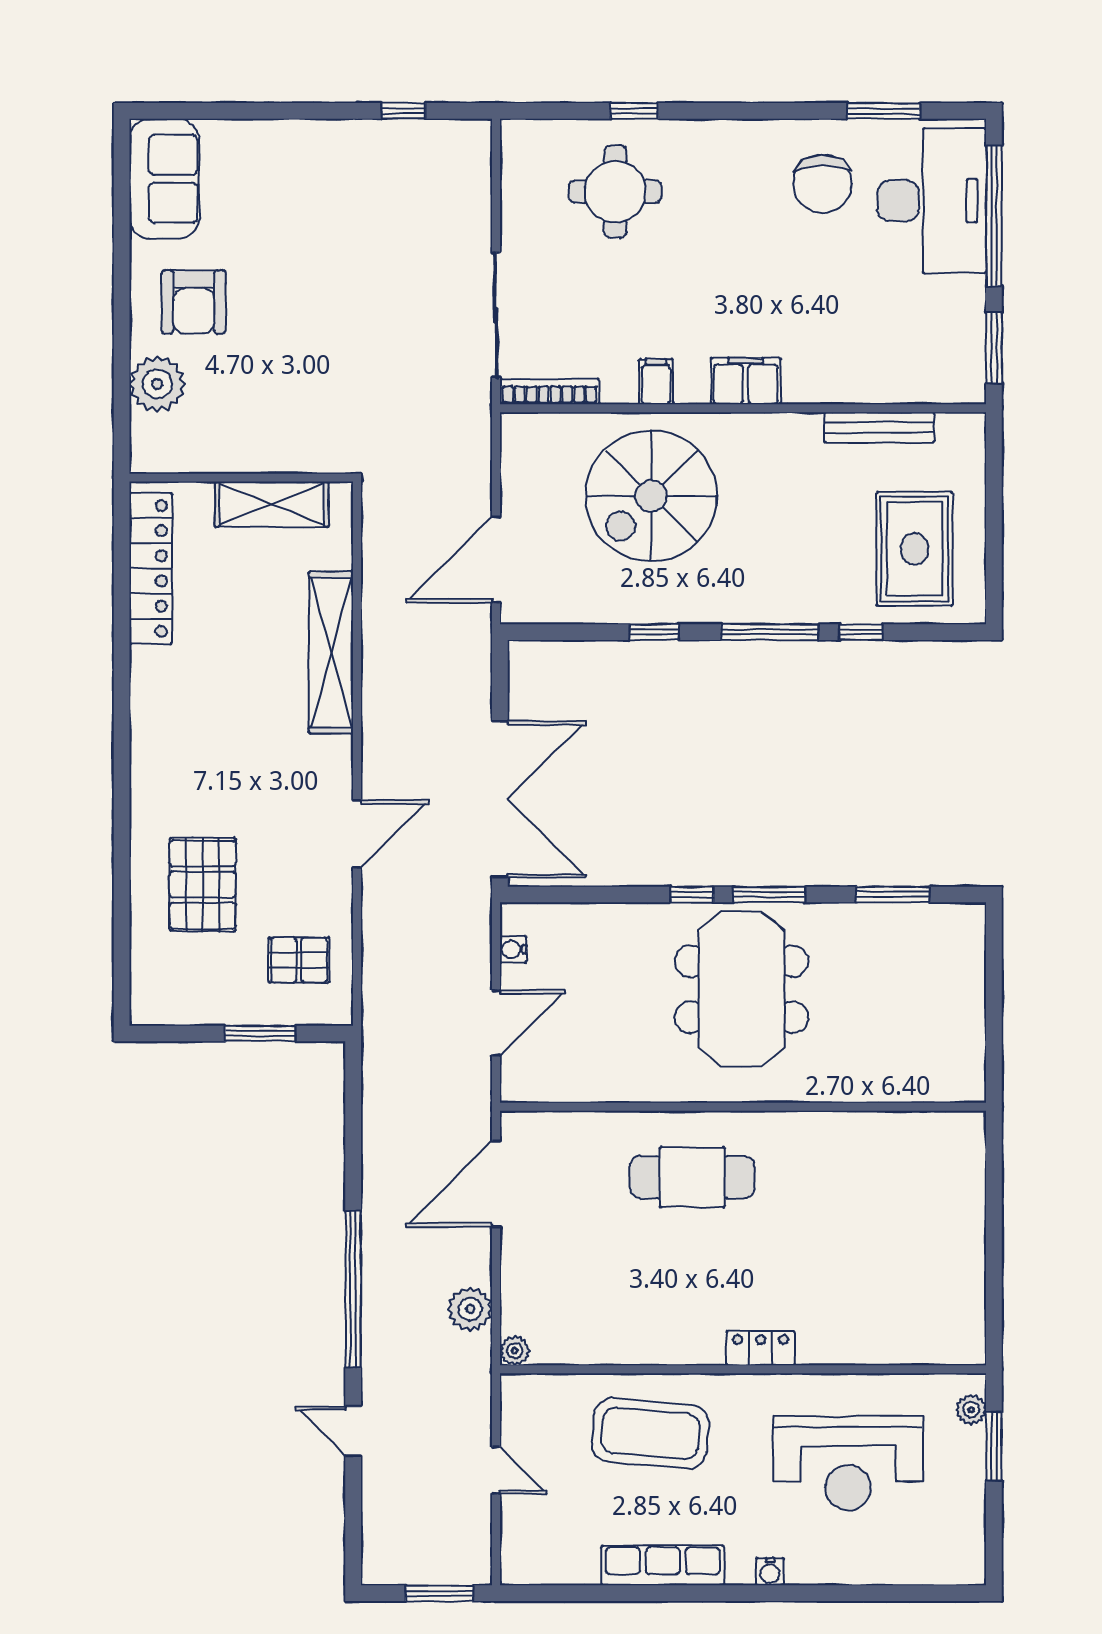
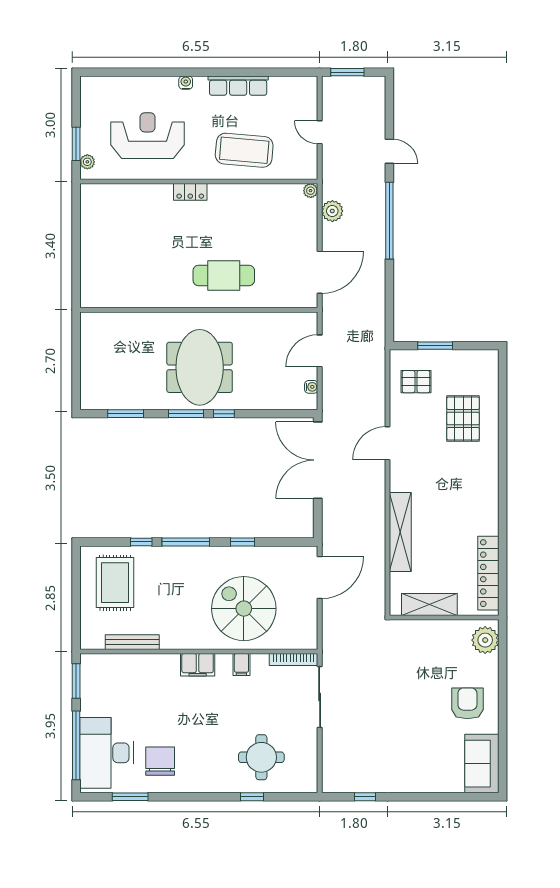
plant: (157, 384) -> (485, 640), moved
spiral stairs: (651, 496) -> (244, 609), turned -90

